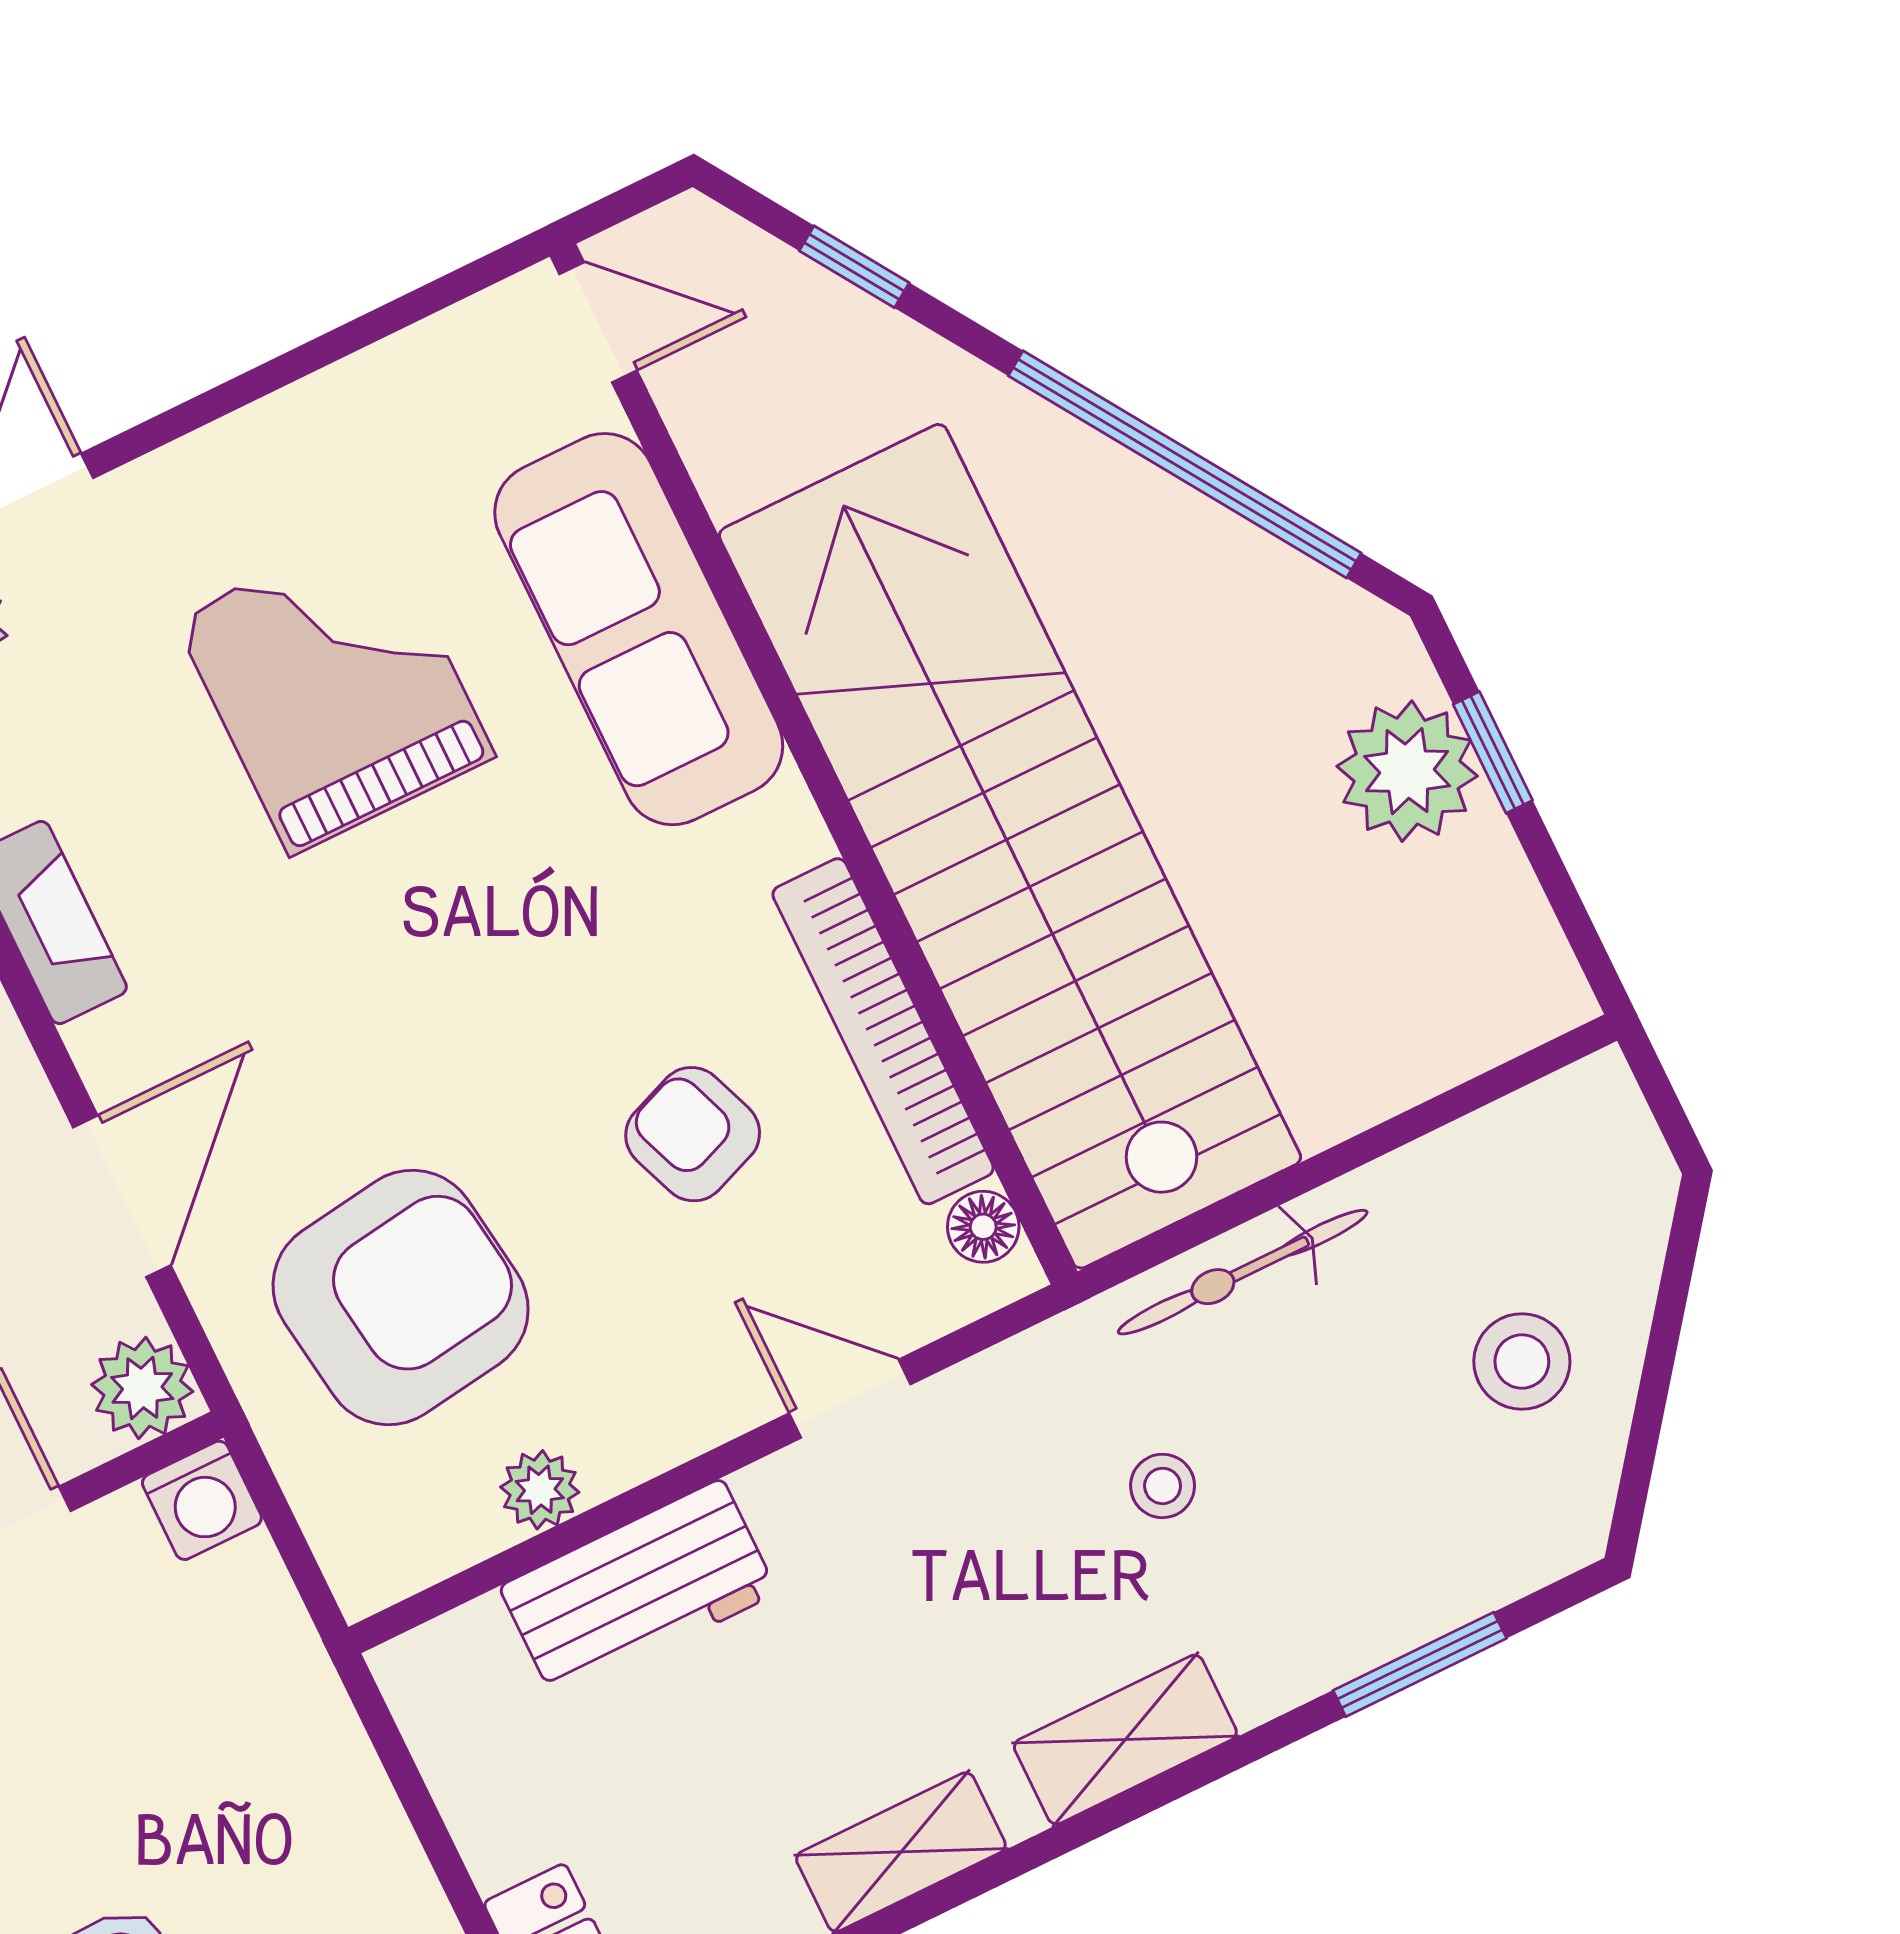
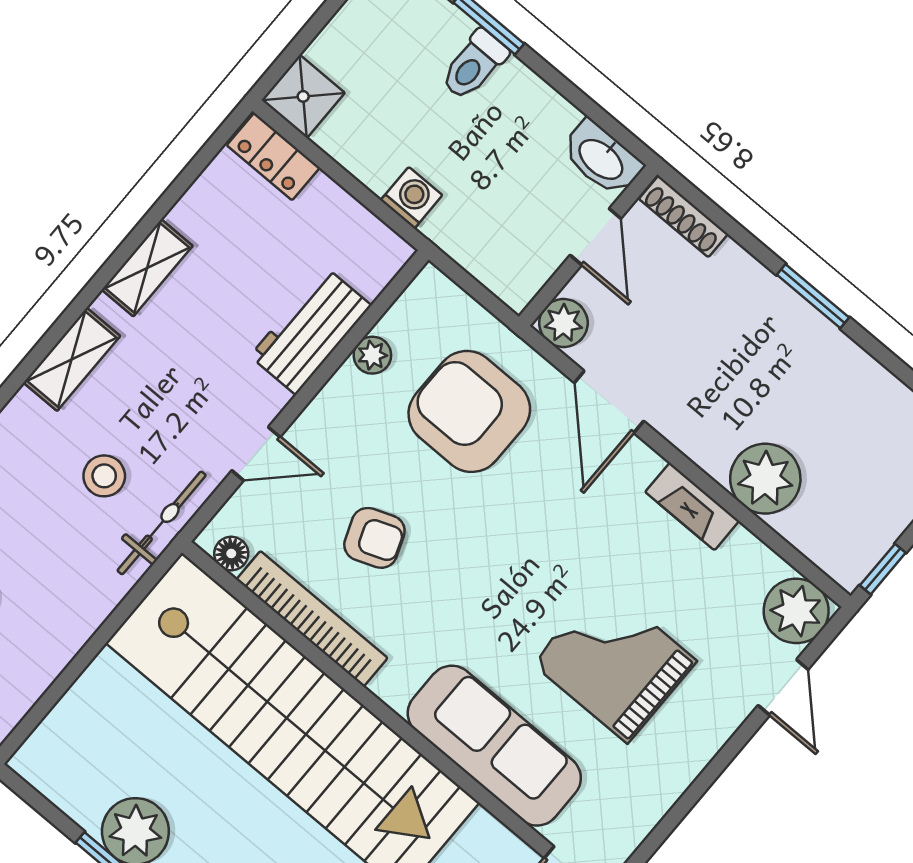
grand piano: (335, 688) -> (614, 662), turned 180
bicycle: (1243, 1272) -> (162, 523), moved
armchair: (401, 1297) -> (469, 411), turned 98
stool: (1163, 1486) -> (104, 476), width x1.37, depth x1.37
washing machine: (202, 1500) -> (412, 198), moved, turned 90

